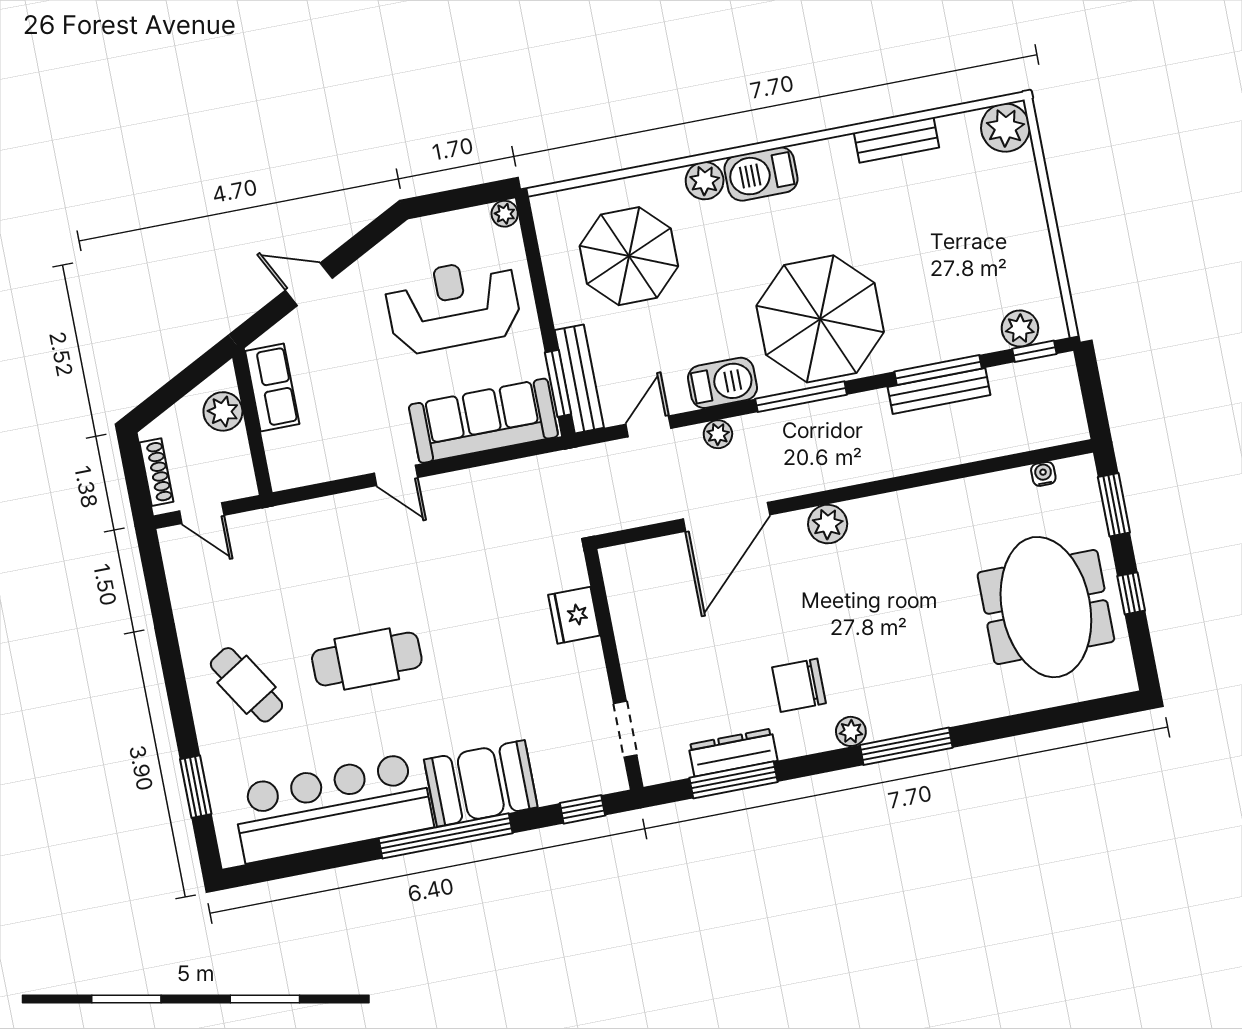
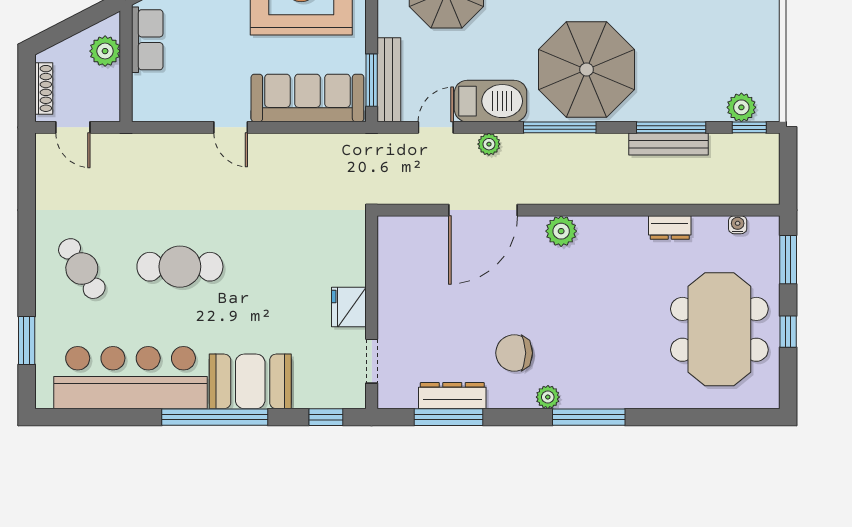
barbecue: (722, 383) -> (491, 101), width x1.37, depth x1.21
dresser: (961, 494) -> (670, 228), added
fridge: (574, 615) -> (349, 307), moved

